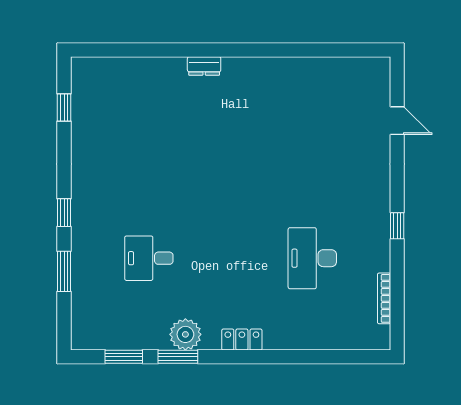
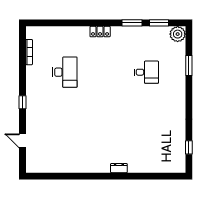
window: (64, 213) -> (189, 95), removed
window: (397, 226) -> (23, 102), moved
plant: (185, 334) -> (178, 34), moved

